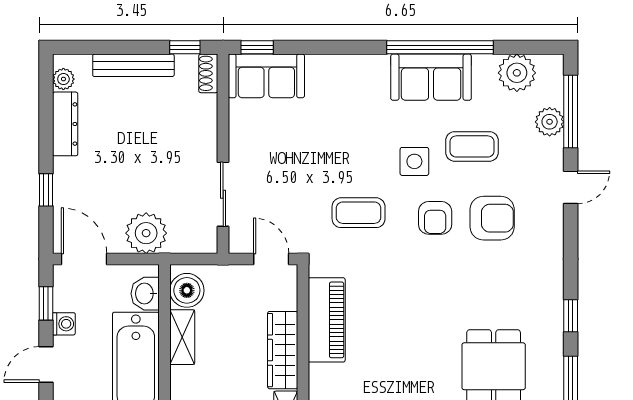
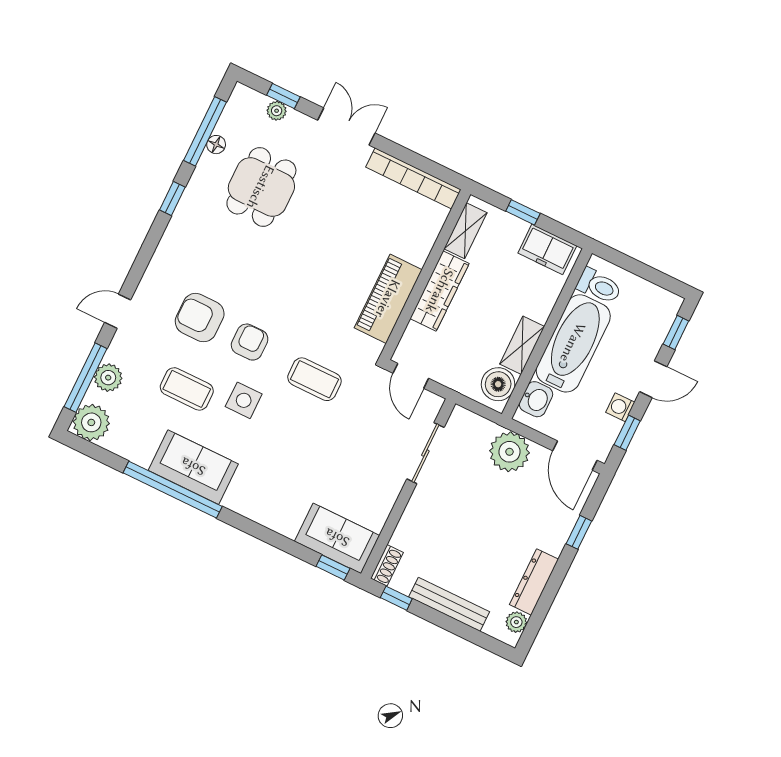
plant: (517, 73) -> (91, 422), moved
floor lamp: (554, 385) -> (216, 145), added

